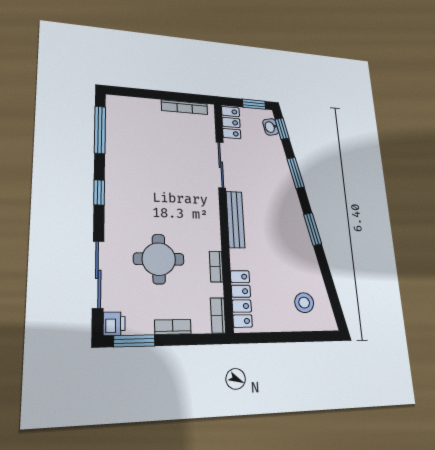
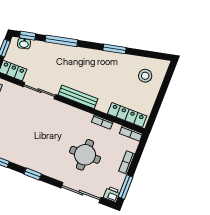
window: (296, 173) -> (61, 41), width x1.44
window: (313, 229) -> (115, 49), moved

